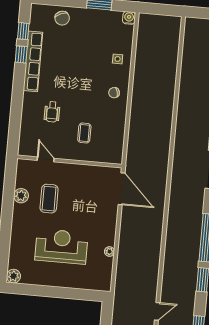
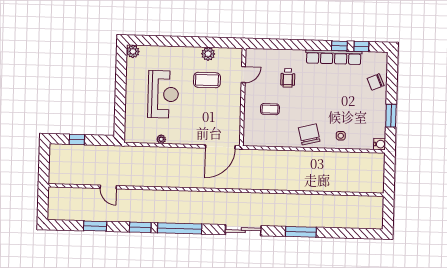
chair: (114, 93) -> (309, 134), width x1.87, depth x1.87
wheelchair: (52, 112) -> (288, 78), turned -90

